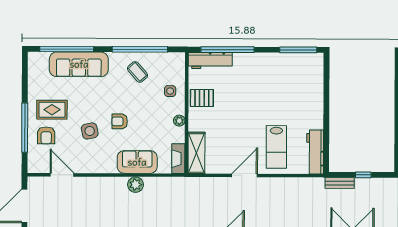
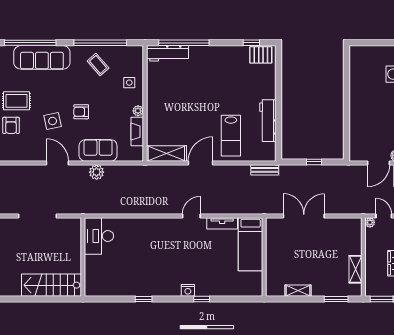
window: (298, 50) -> (251, 43), width x0.46
pallet: (202, 98) -> (261, 55), moved
workbench: (315, 152) -> (268, 121), moved
shelving: (196, 153) -> (166, 153), moved, turned 90
fireplace: (178, 159) -> (137, 132), moved
door: (62, 175) -> (57, 163), moved
bench: (340, 183) -> (265, 170), moved

